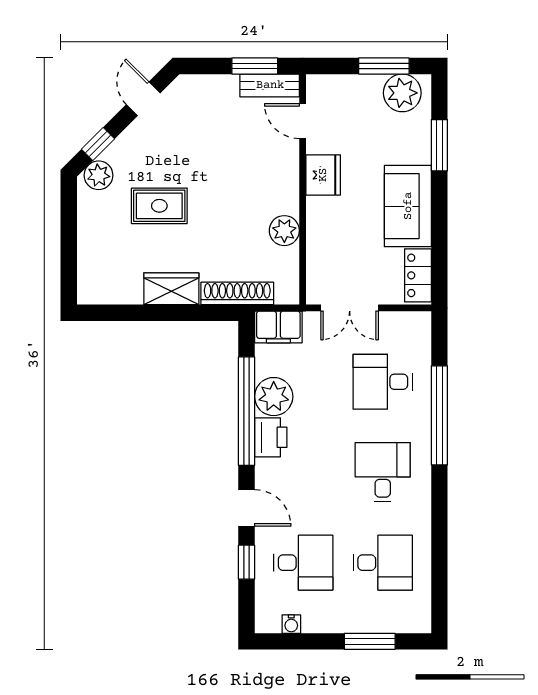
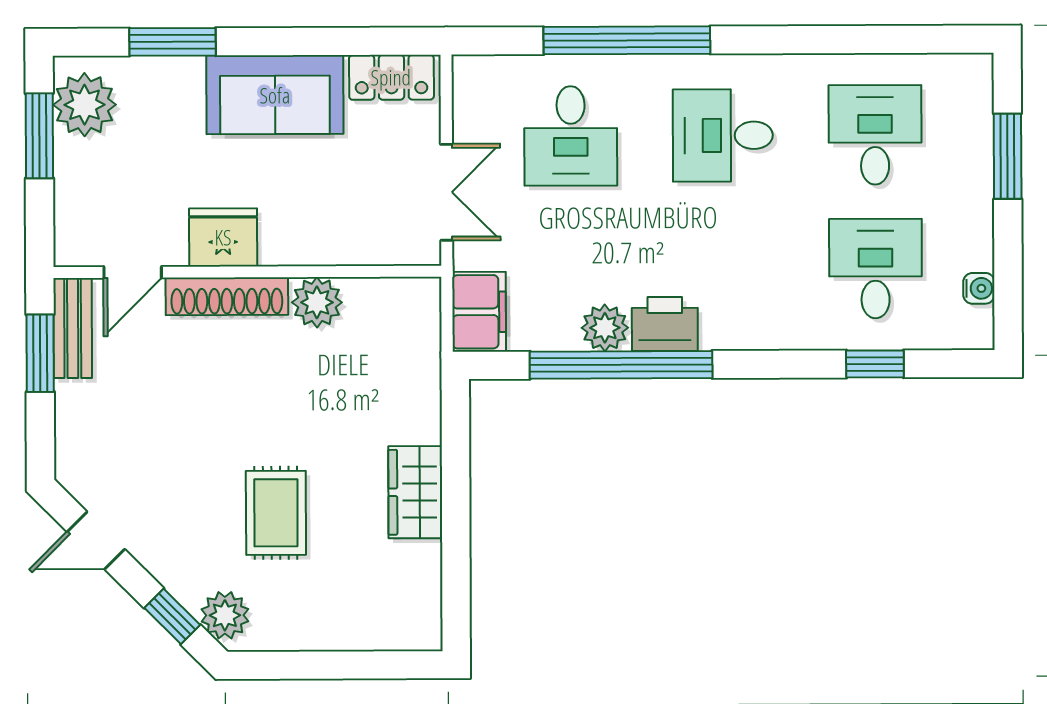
shoe rack: (237, 293) -> (227, 296), moved, turned -90
plant: (274, 397) -> (605, 328), width x0.73, depth x0.73
door: (247, 508) -> (784, 364), removed

